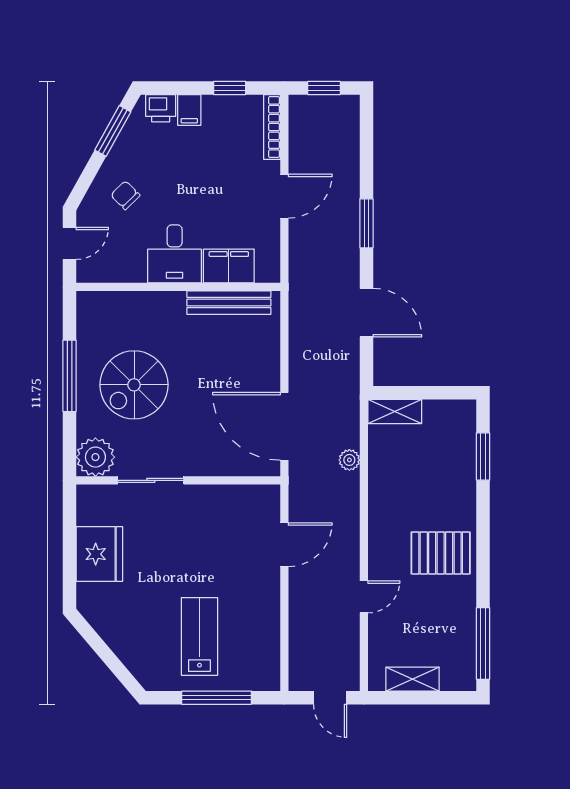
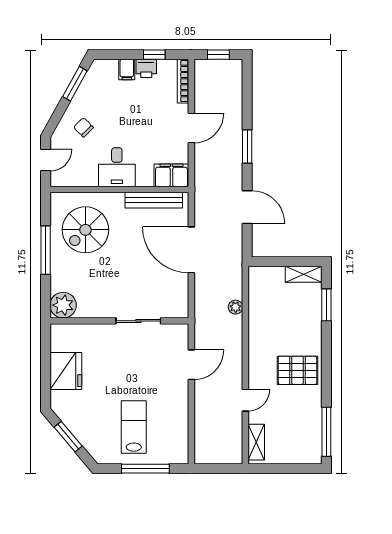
printer: (161, 108) -> (146, 68), moved
filing cabinet: (229, 266) -> (171, 175), moved
spiral stairs: (134, 385) -> (85, 230), moved
shelving: (395, 412) -> (304, 274), moved
door: (284, 426) -> (191, 250), moved
sliding door: (151, 480) -> (138, 321), moved
window: (103, 651) -> (68, 437), added
shelving: (413, 679) -> (256, 442), moved, turned 90
door: (330, 698) -> (222, 469), removed

